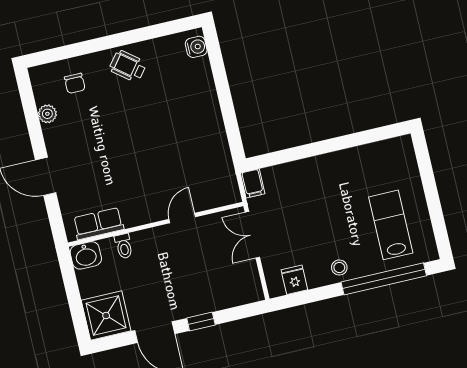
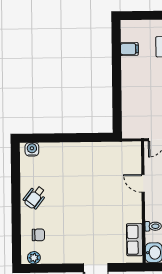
plant: (47, 114) -> (34, 258), moved
filing cabinet: (253, 183) -> (129, 49), moved

